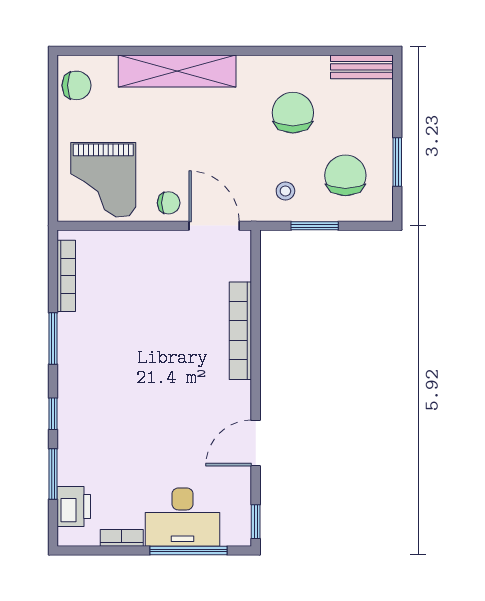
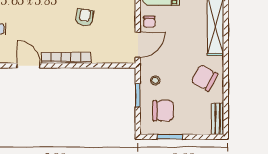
chair: (293, 113) -> (204, 78), moved, turned -151
bookcase: (240, 331) -> (66, 58), moved
armchair: (160, 332) -> (85, 17), added

